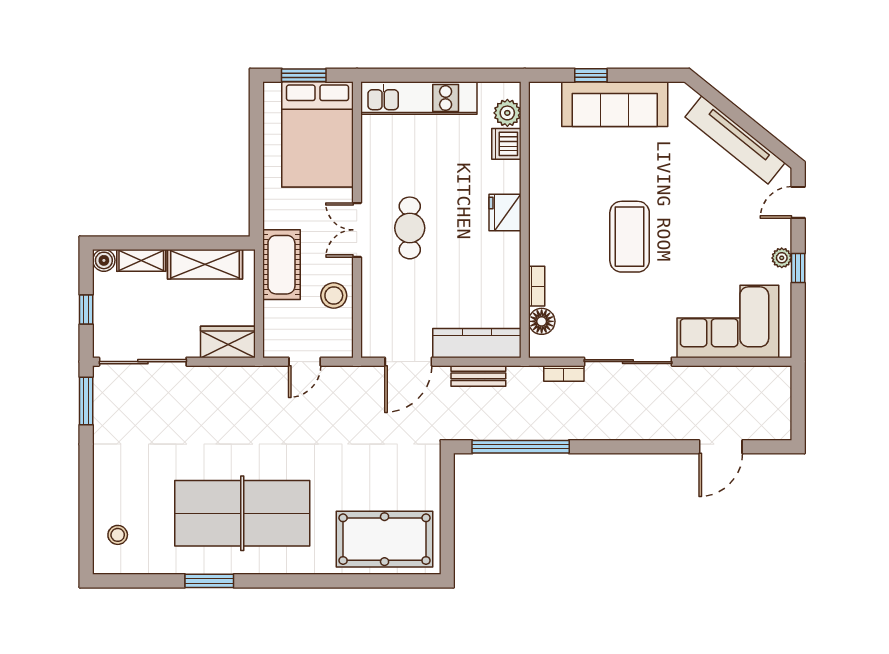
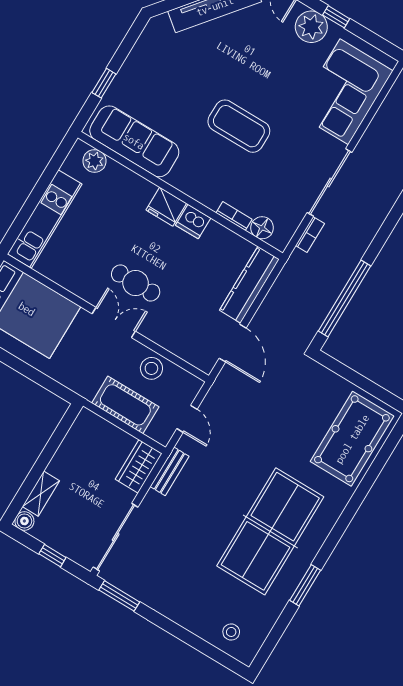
sofa: (615, 104) -> (134, 141), moved, turned -90
dishwasher: (506, 144) -> (193, 222), moved
double door: (357, 230) -> (114, 323), swing flipped
plant: (782, 258) -> (311, 27), width x1.88, depth x1.88
shelving: (205, 264) -> (72, 449), removed
cot: (281, 265) -> (125, 405), moved
bench: (478, 376) -> (169, 471), moved

